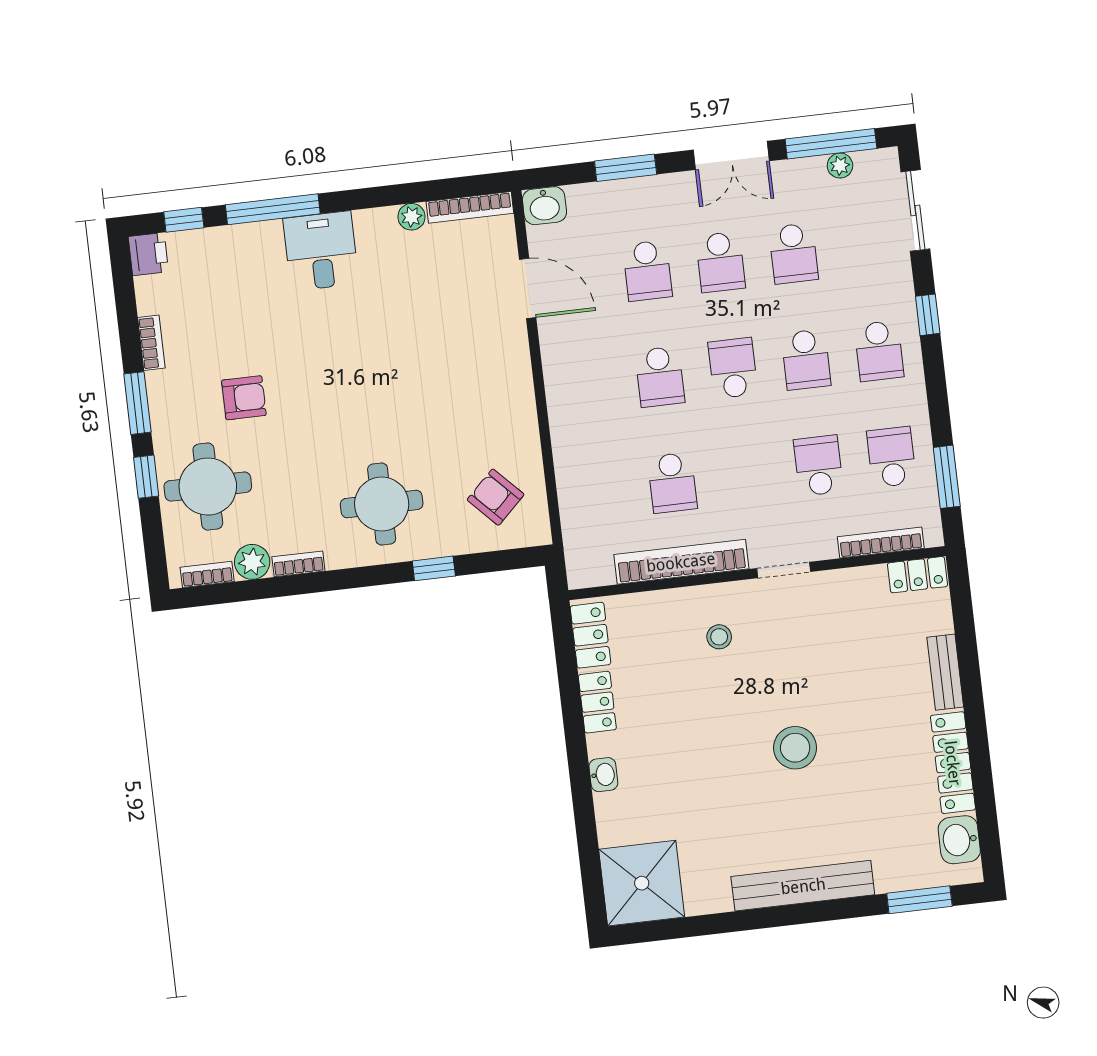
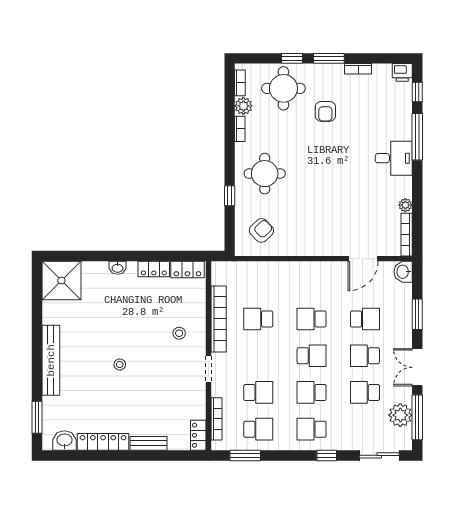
plant: (840, 166) -> (400, 415), width x1.87, depth x1.87
school desk: (647, 271) -> (365, 319), turned 180
stool: (795, 748) -> (120, 364), width x0.53, depth x0.53

